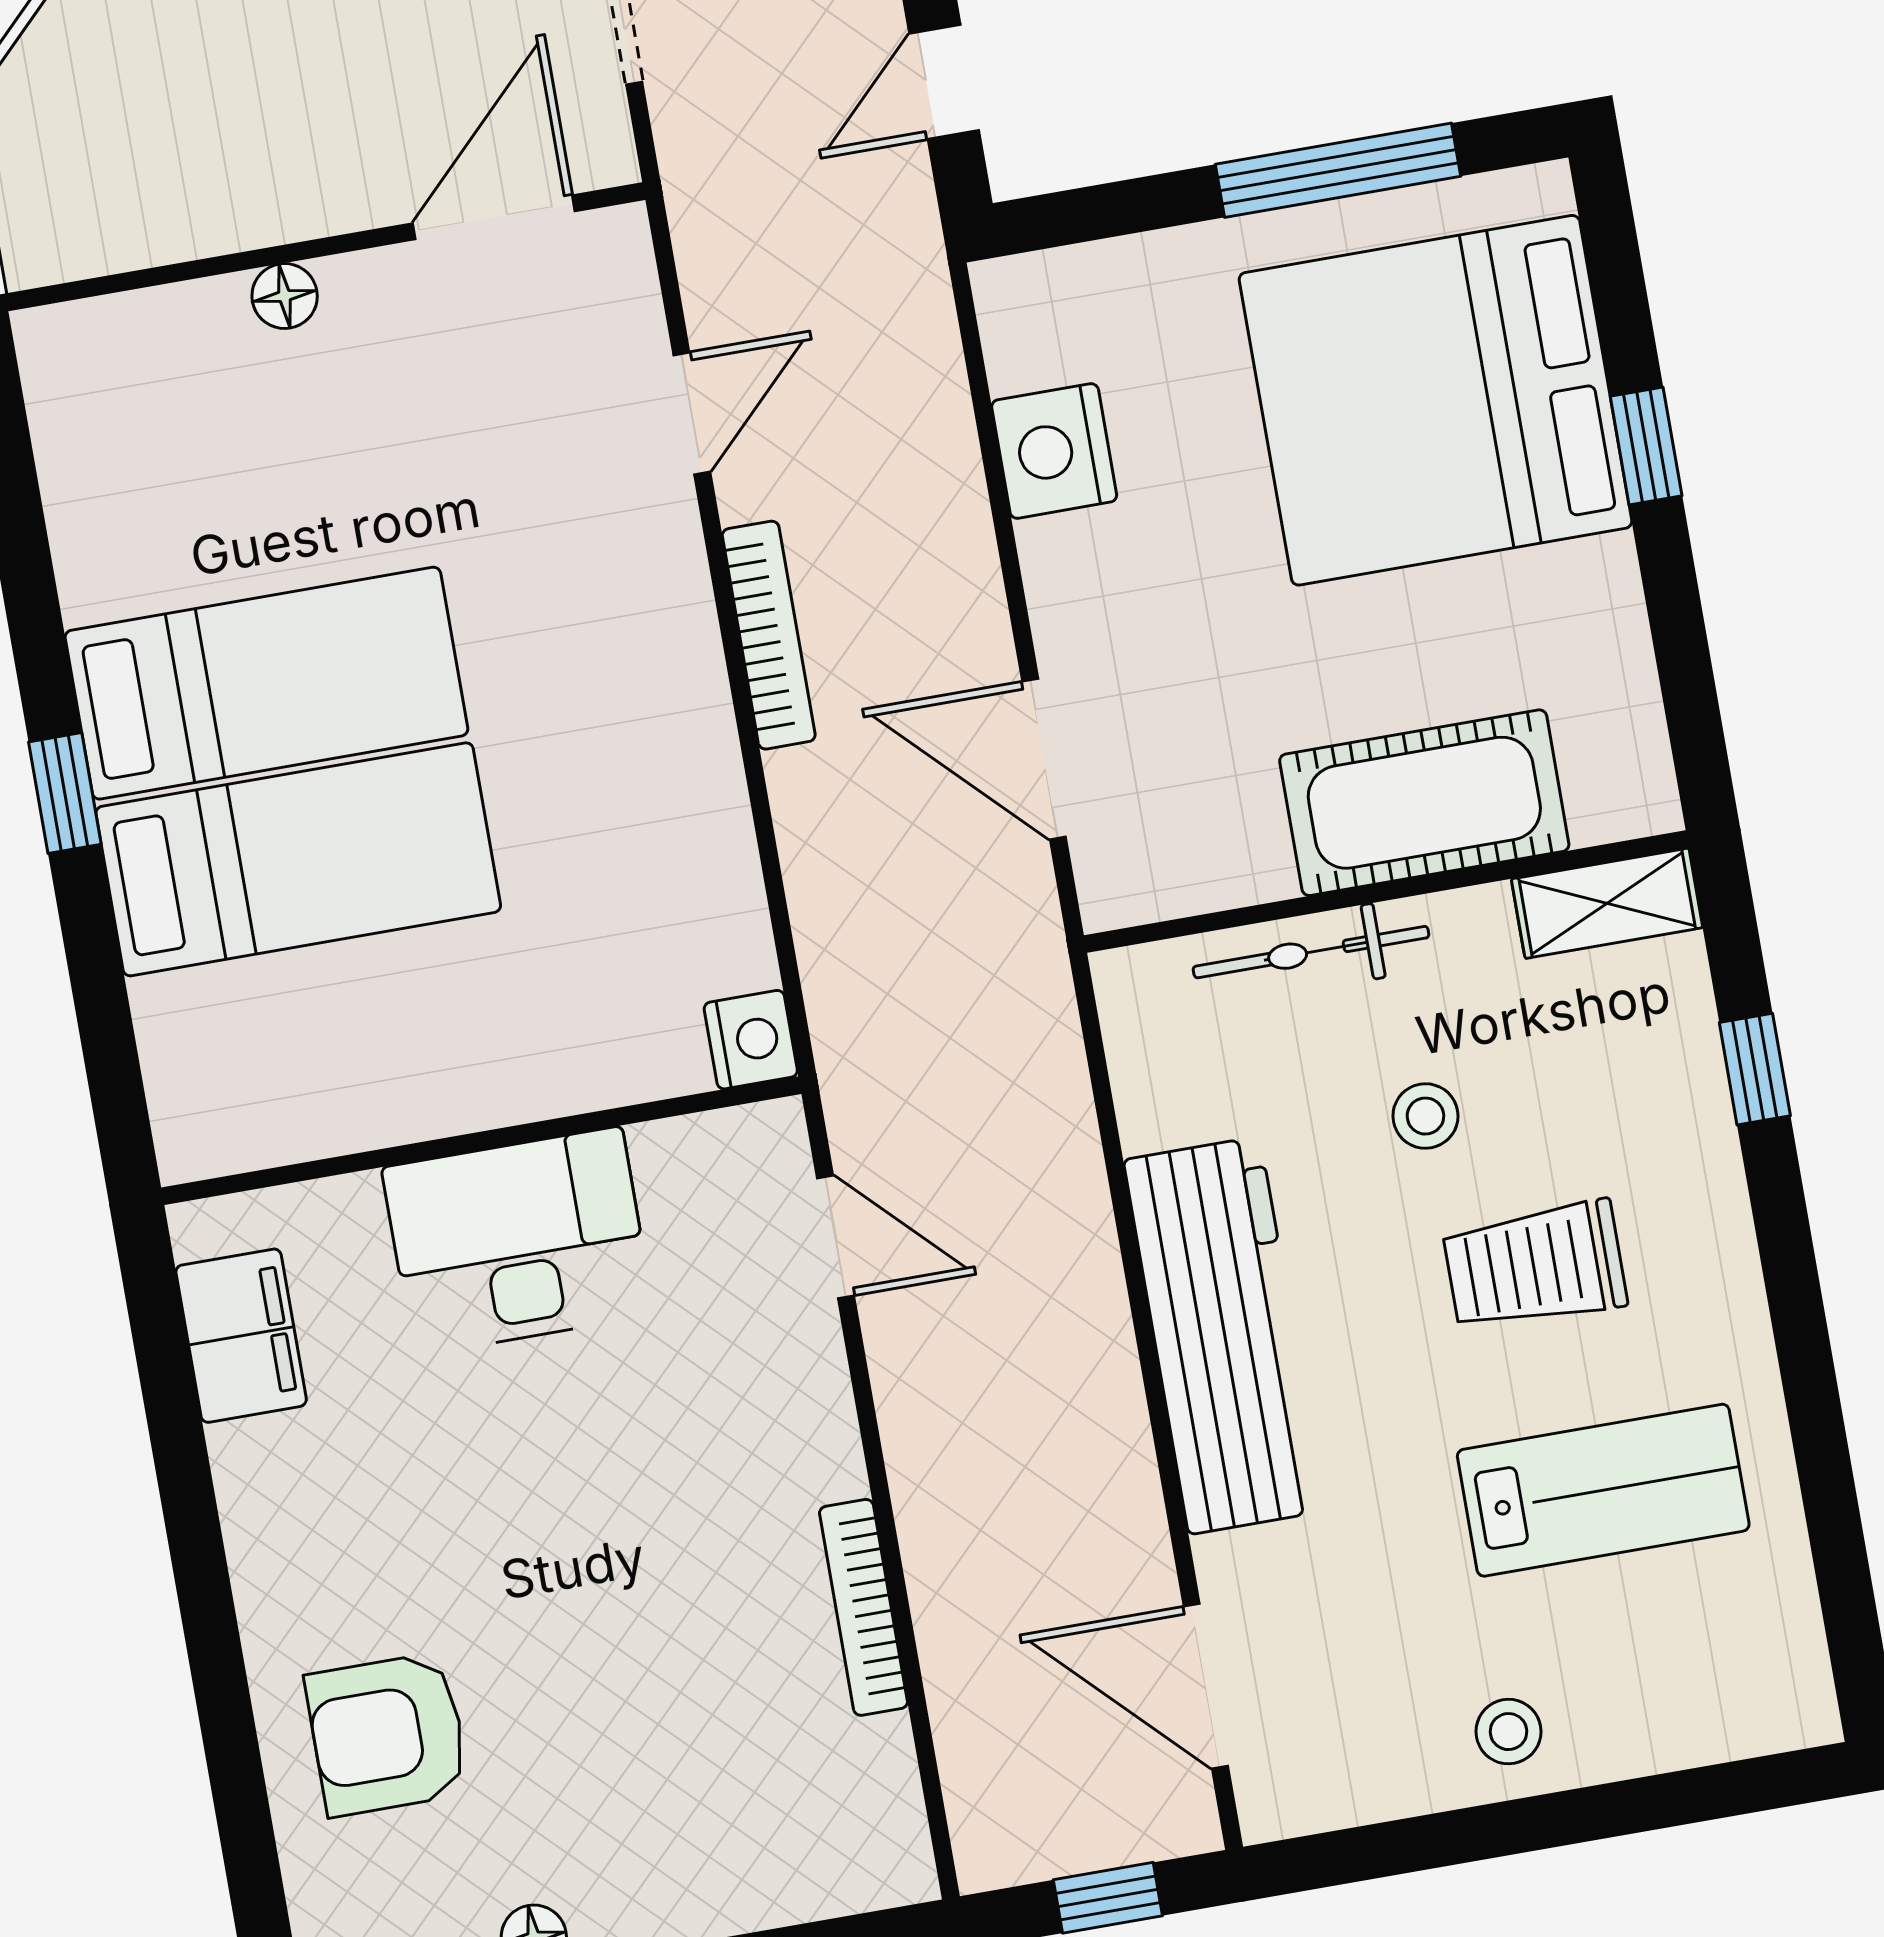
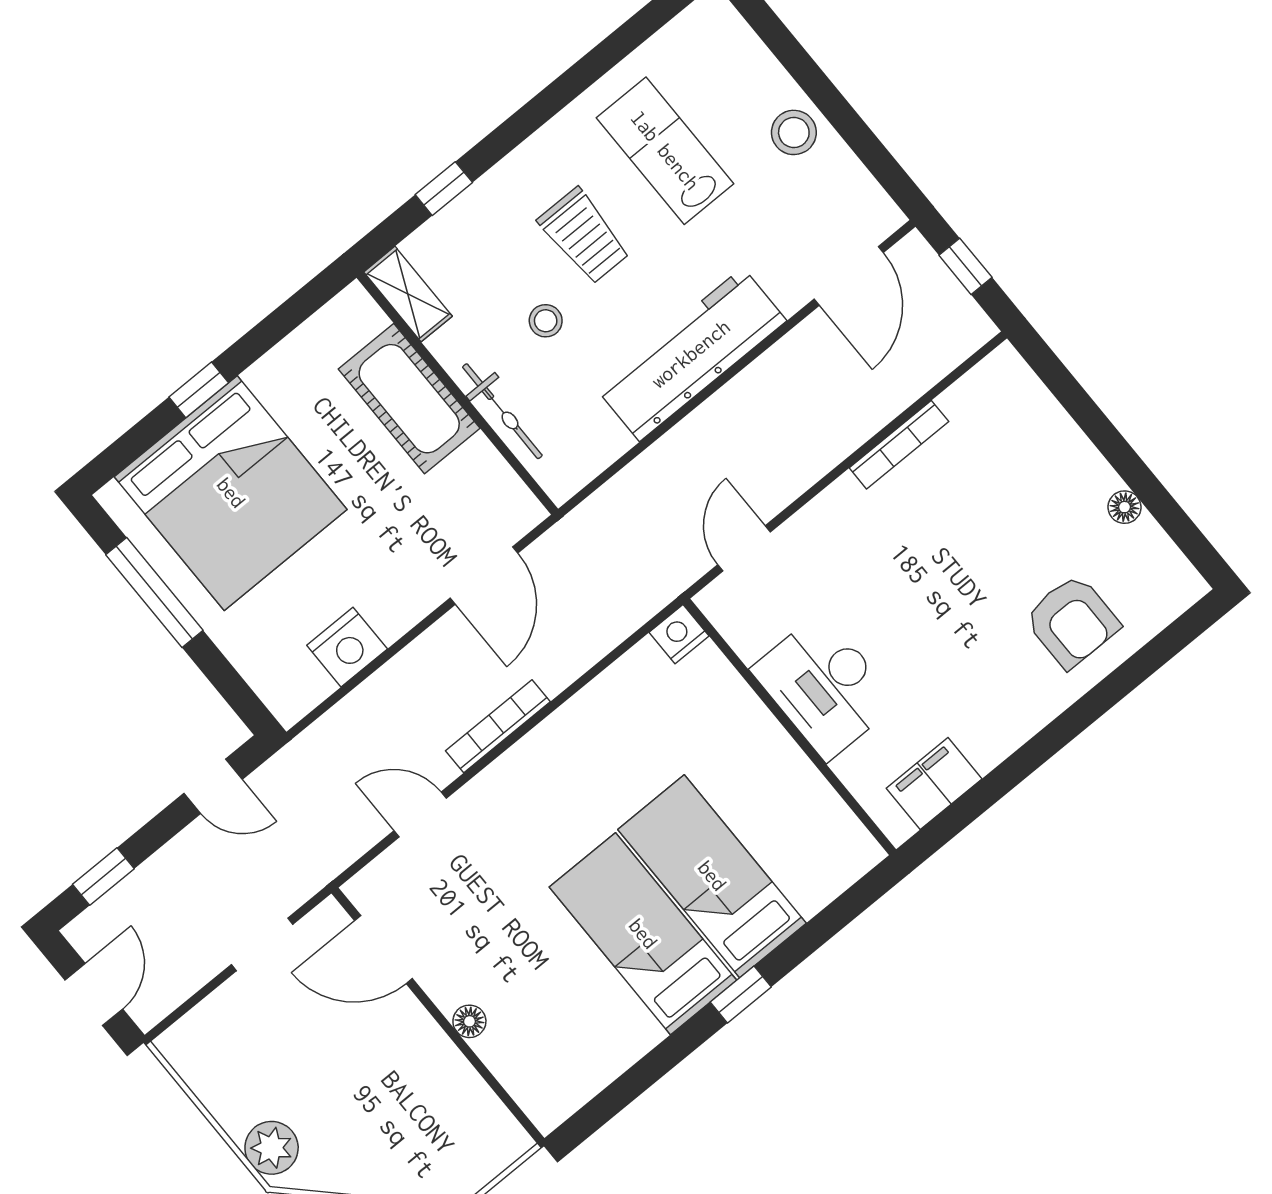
stool: (1509, 1732) -> (794, 132), width x1.37, depth x1.37

